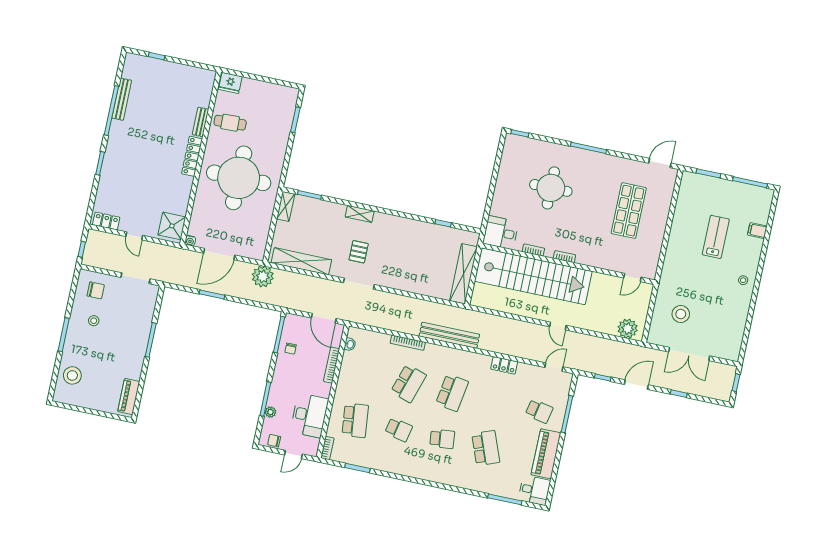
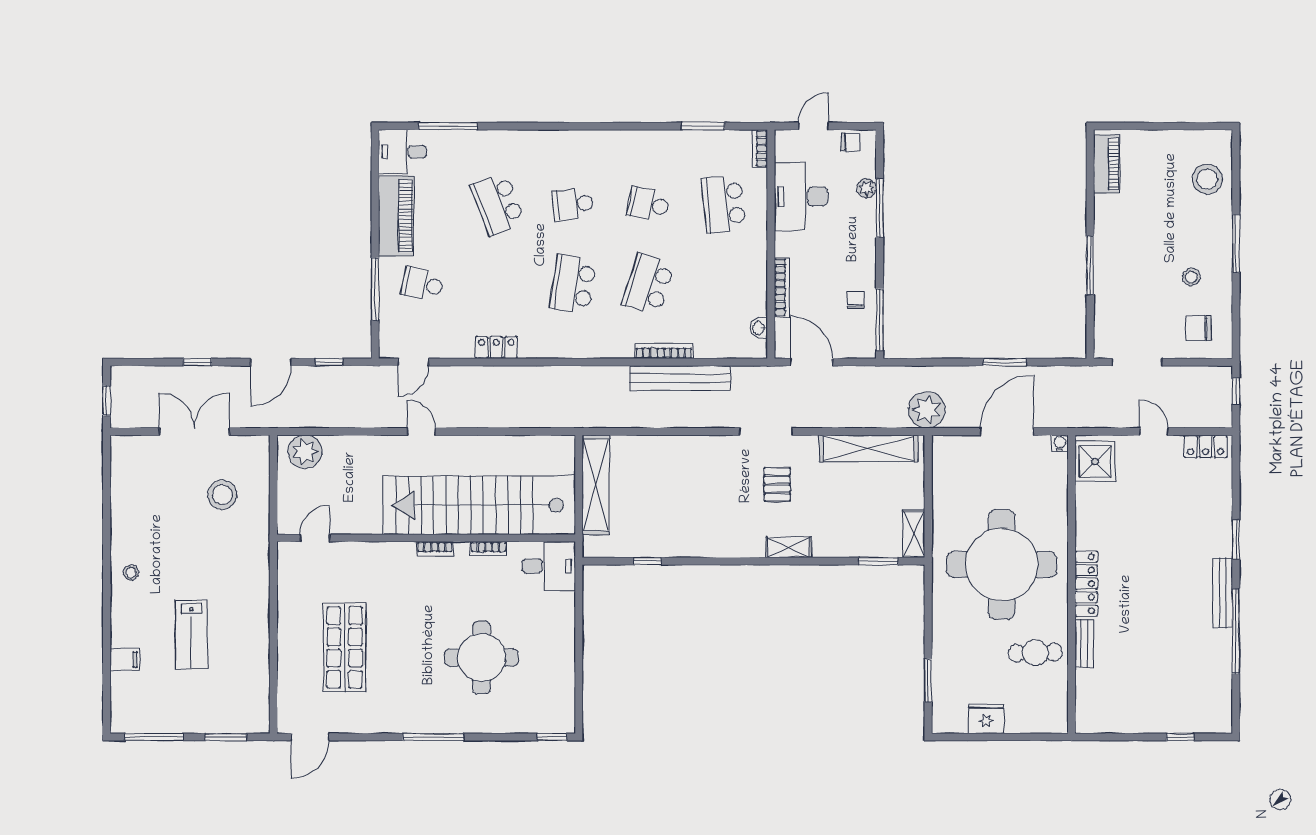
fridge: (230, 83) -> (986, 719), moved
bench: (122, 99) -> (1223, 593), moved
bench: (449, 335) -> (680, 378), moved

